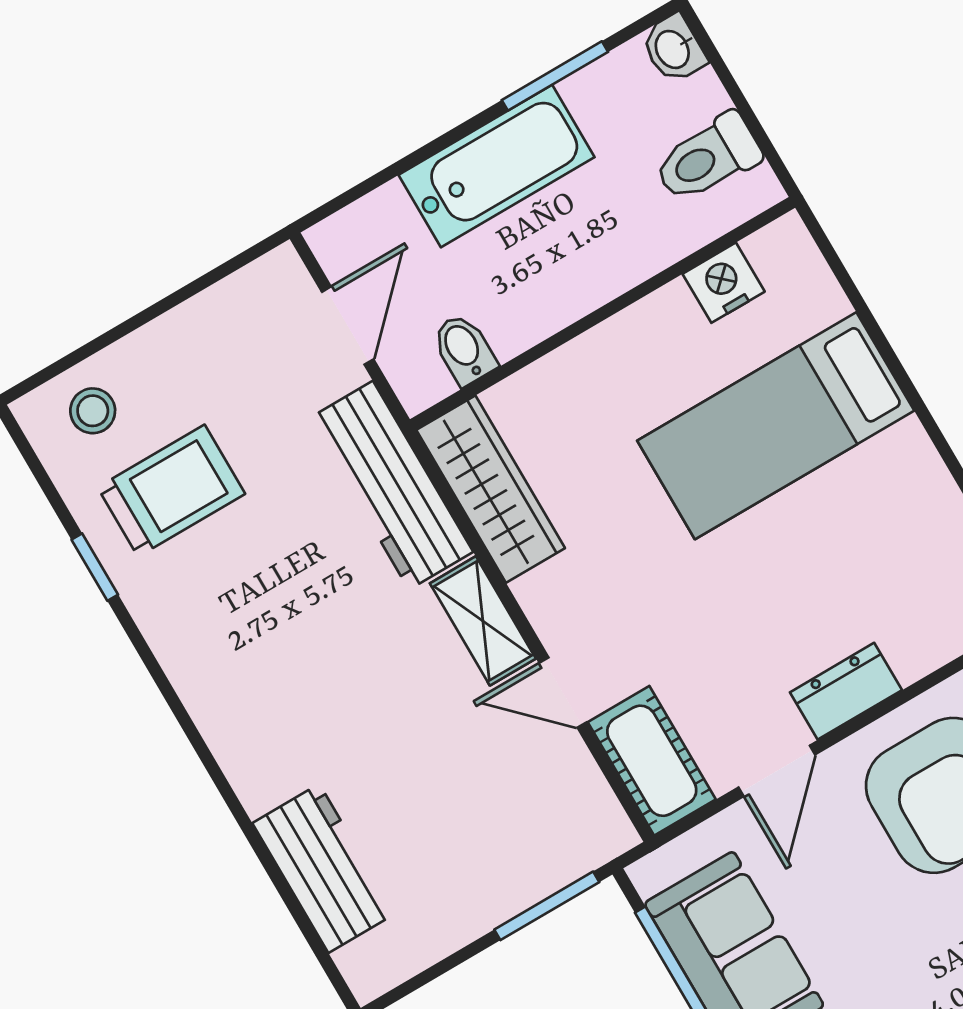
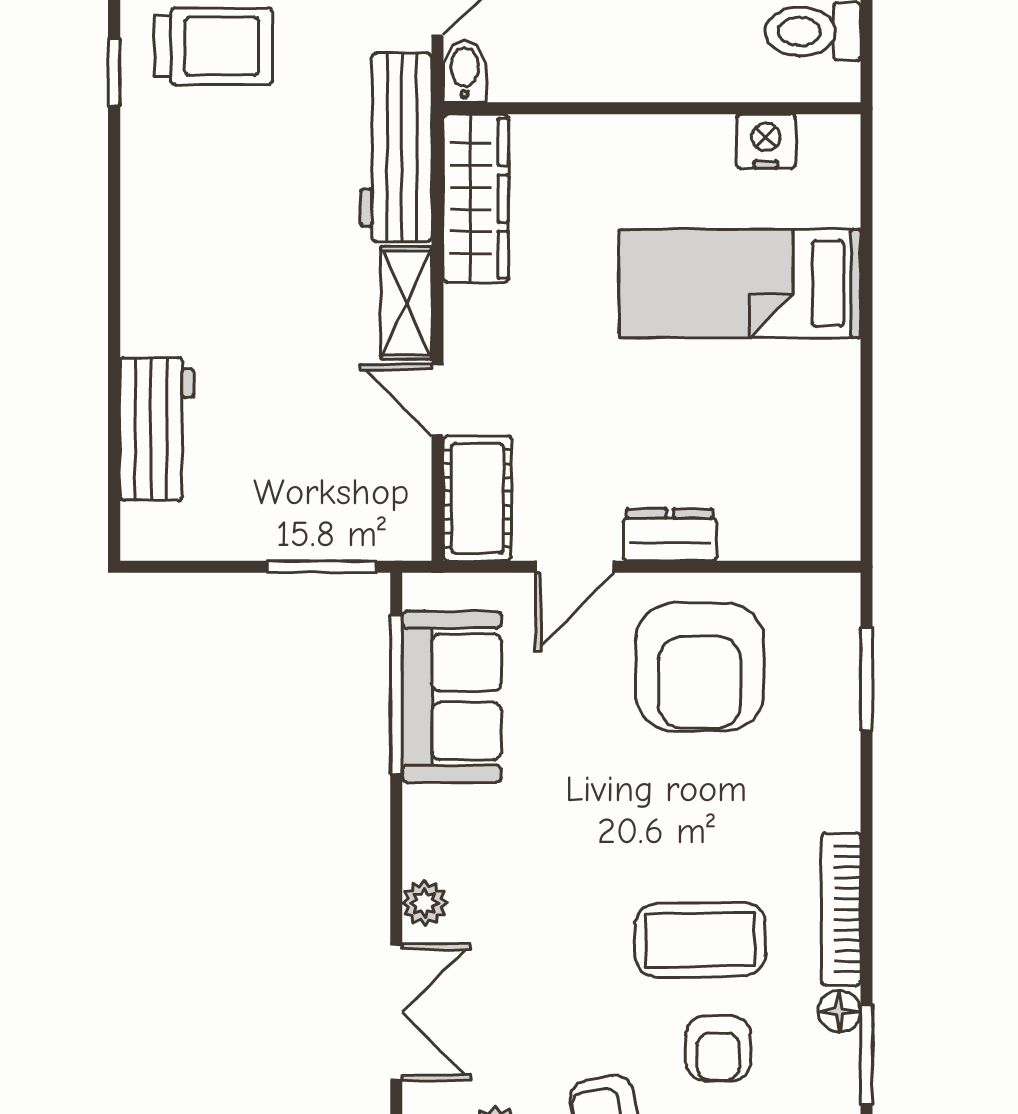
bidet: (464, 349) -> (465, 71), moved

